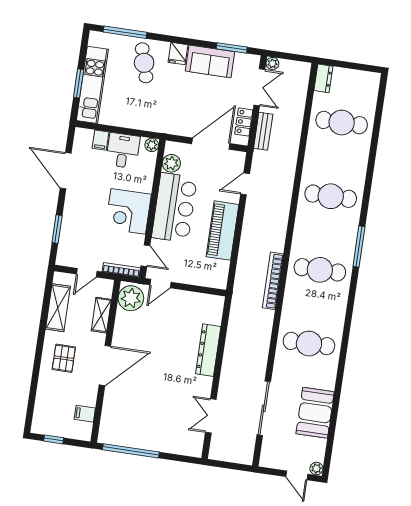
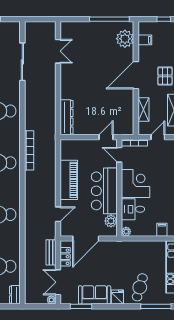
cafe table: (144, 63) -> (140, 287), turned 32
desk: (123, 151) -> (133, 209), moved, turned 90
plant: (131, 298) -> (125, 39), moved
dresser: (208, 350) -> (67, 117), moved

